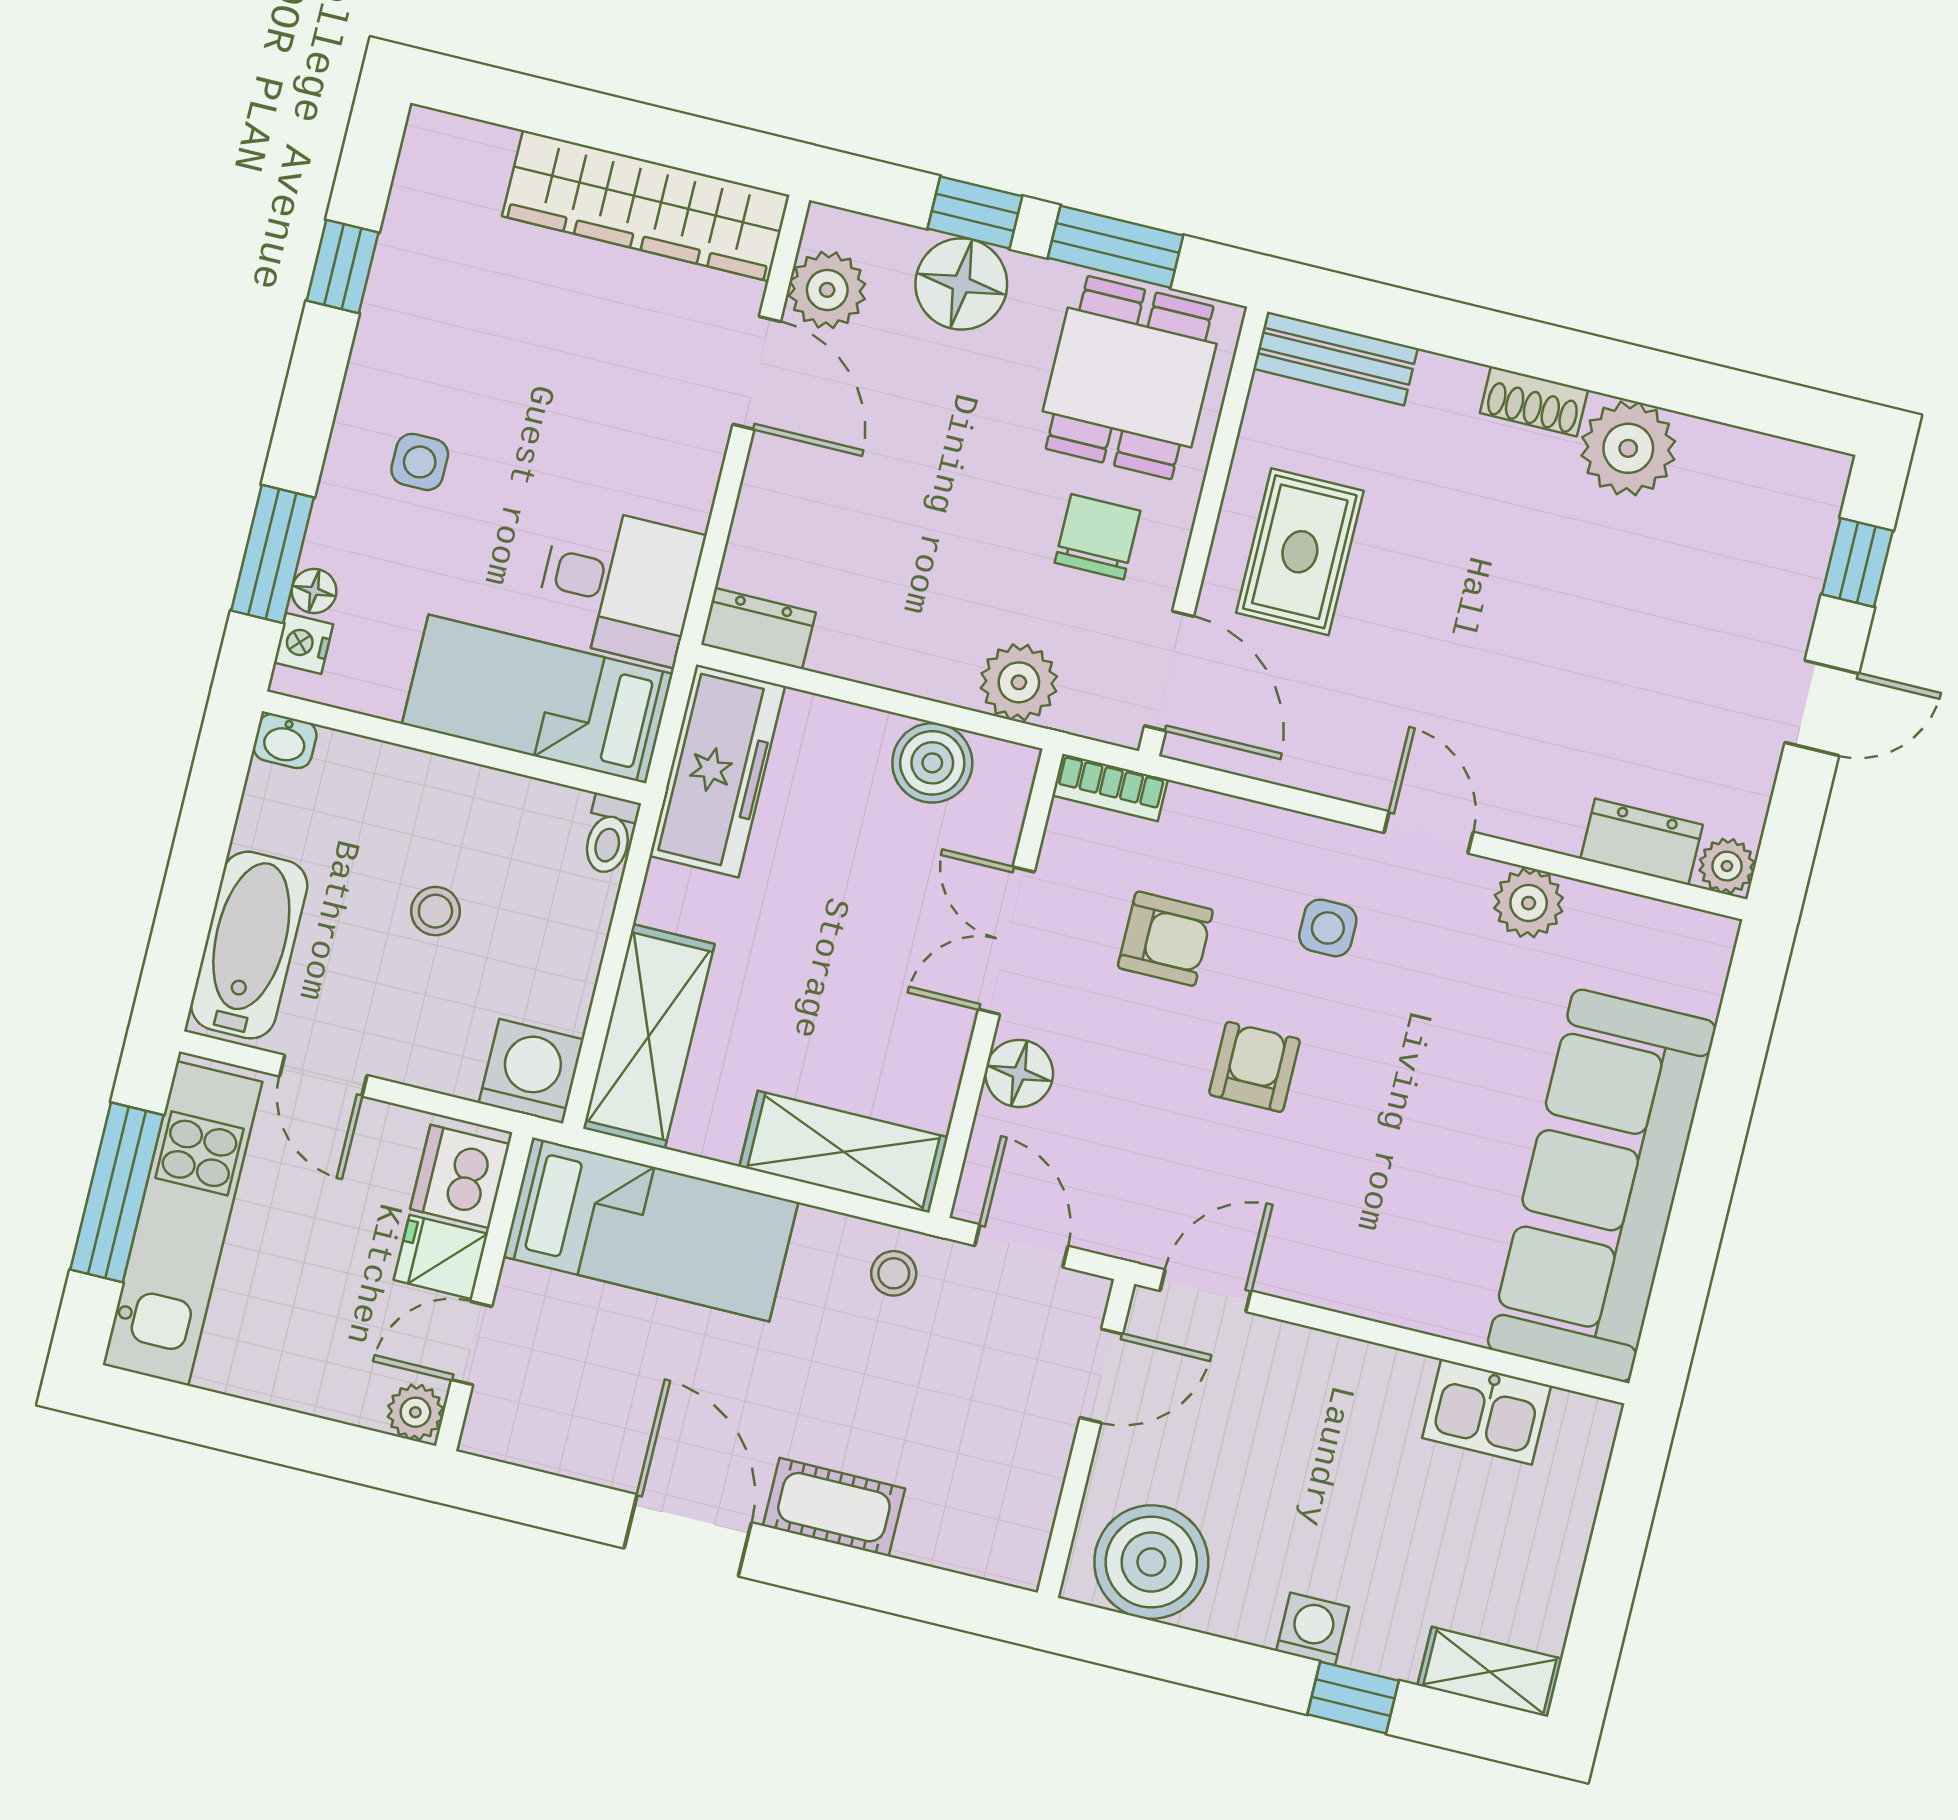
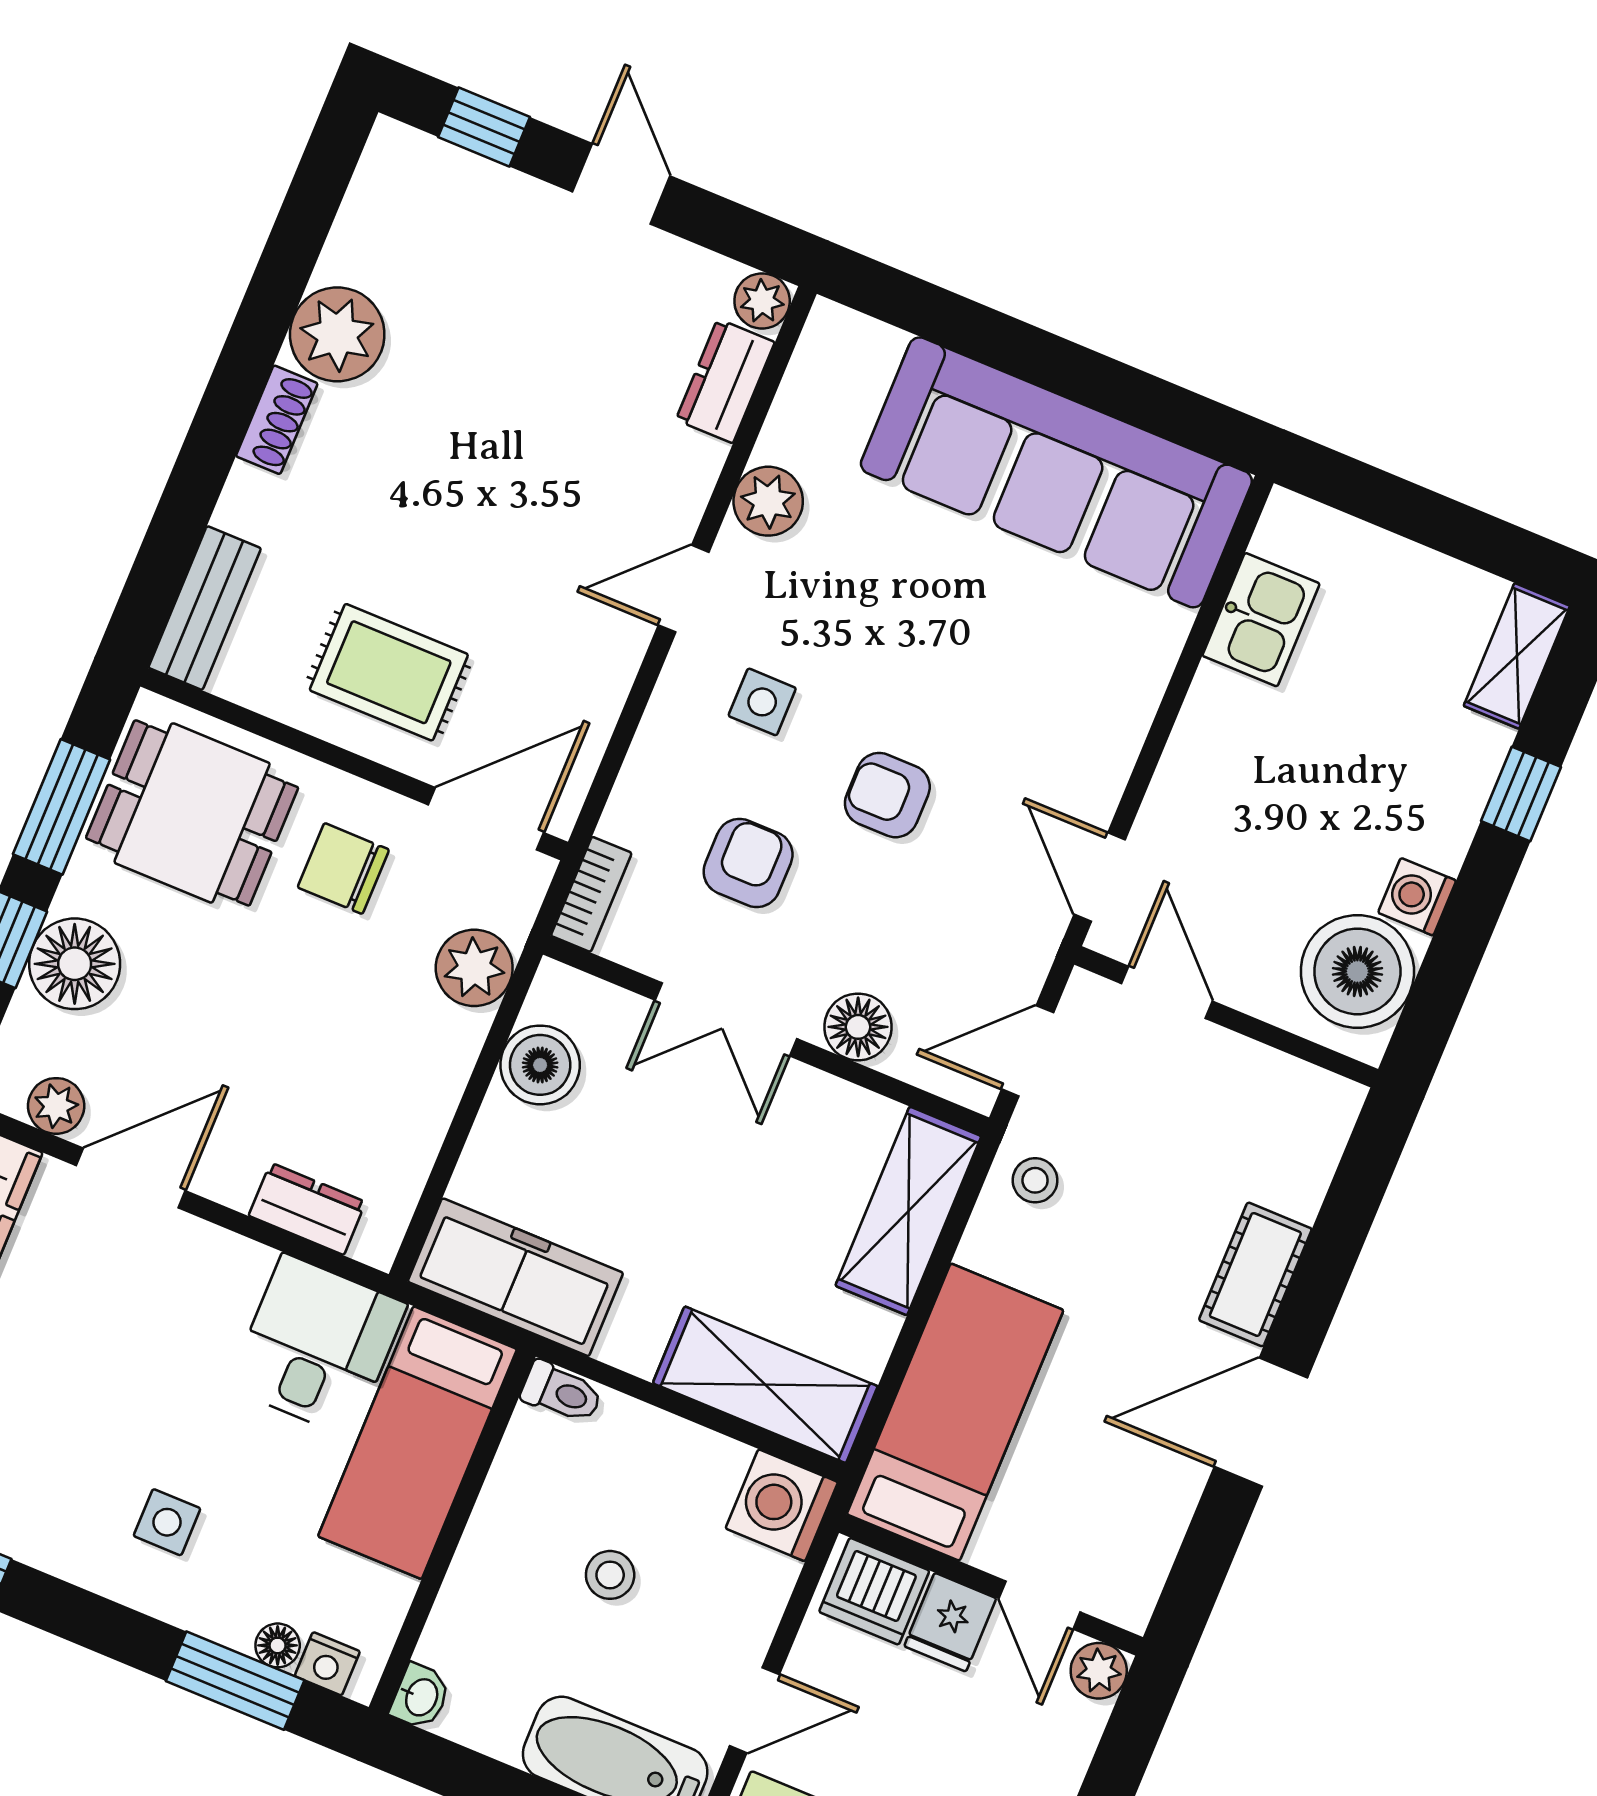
plant: (827, 290) -> (56, 1106), width x0.73, depth x0.73
dresser: (758, 628) -> (307, 1209), moved, turned 90
washing machine: (1313, 1629) -> (1417, 897), moved

